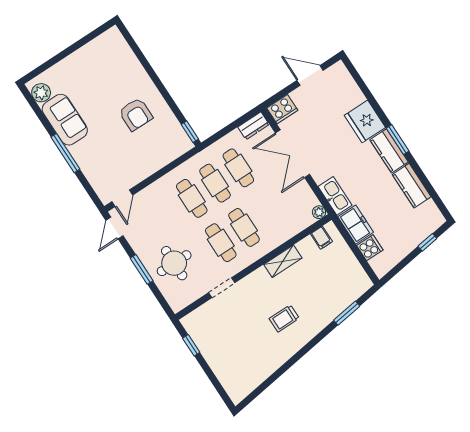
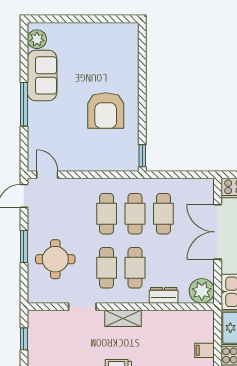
armchair: (136, 114) -> (106, 111), width x1.36, depth x1.36
dresser: (254, 126) -> (164, 295), moved, turned 180
door: (122, 198) -> (47, 175), swing flipped
plant: (319, 212) -> (202, 291), width x1.88, depth x1.88
filing cabinet: (321, 238) -> (205, 350), moved, turned 90
shelving: (283, 261) -> (123, 318), moved

